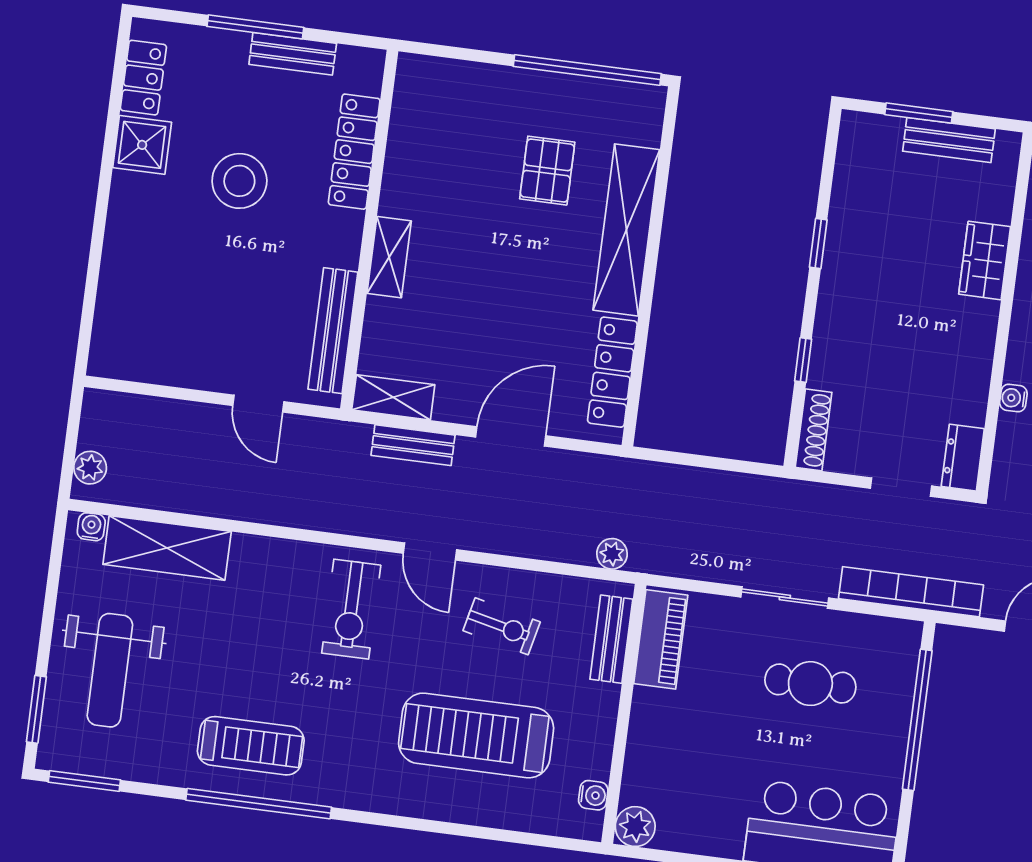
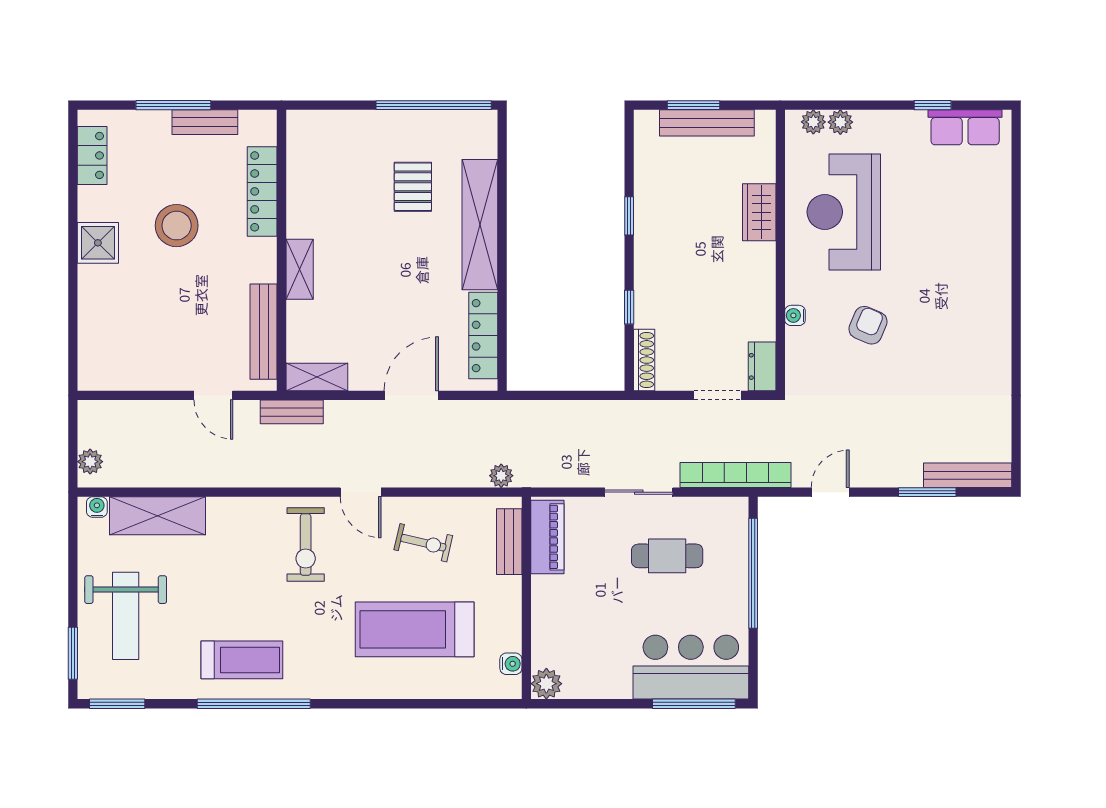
bench: (949, 140) -> (707, 123), width x1.36
shower: (142, 145) -> (98, 243), moved
bench: (413, 445) -> (292, 412), moved

